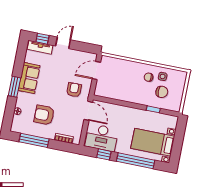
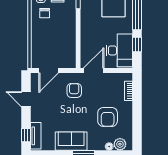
door: (63, 43) -> (26, 99), moved
door: (96, 71) -> (49, 71), hinge flipped
armchair: (74, 90) -> (74, 90), turned 90
plant: (18, 121) -> (120, 144), added
window: (34, 140) -> (137, 122), removed

